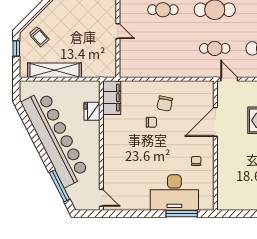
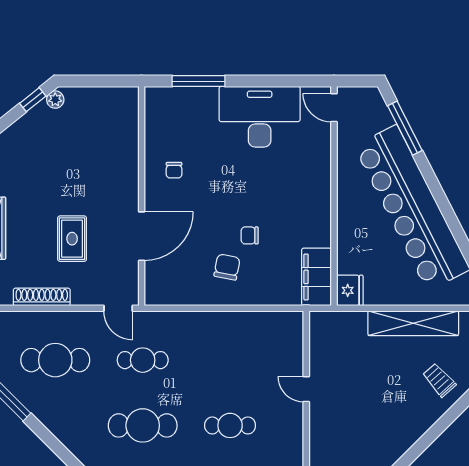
fridge: (92, 111) -> (350, 290), moved
desk: (174, 193) -> (260, 117), moved

